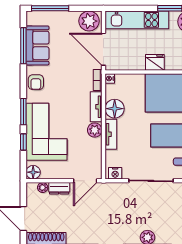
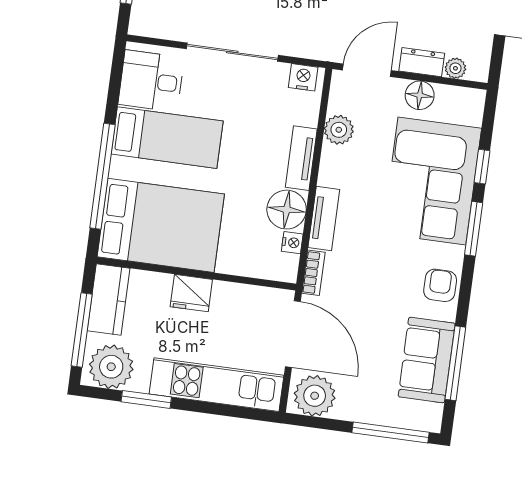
nightstand: (110, 79) -> (292, 243), moved
plant: (95, 130) -> (339, 130), moved
floor lamp: (33, 172) -> (420, 95), moved

